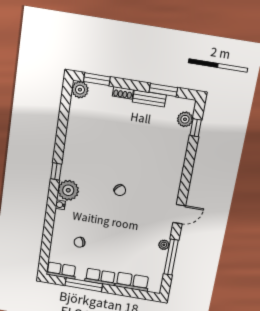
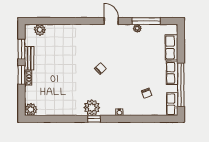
window: (97, 79) -> (21, 75), moved
window: (196, 128) -> (45, 21), removed
plant: (68, 190) -> (92, 108), moved
window: (84, 285) -> (181, 85), width x1.46

